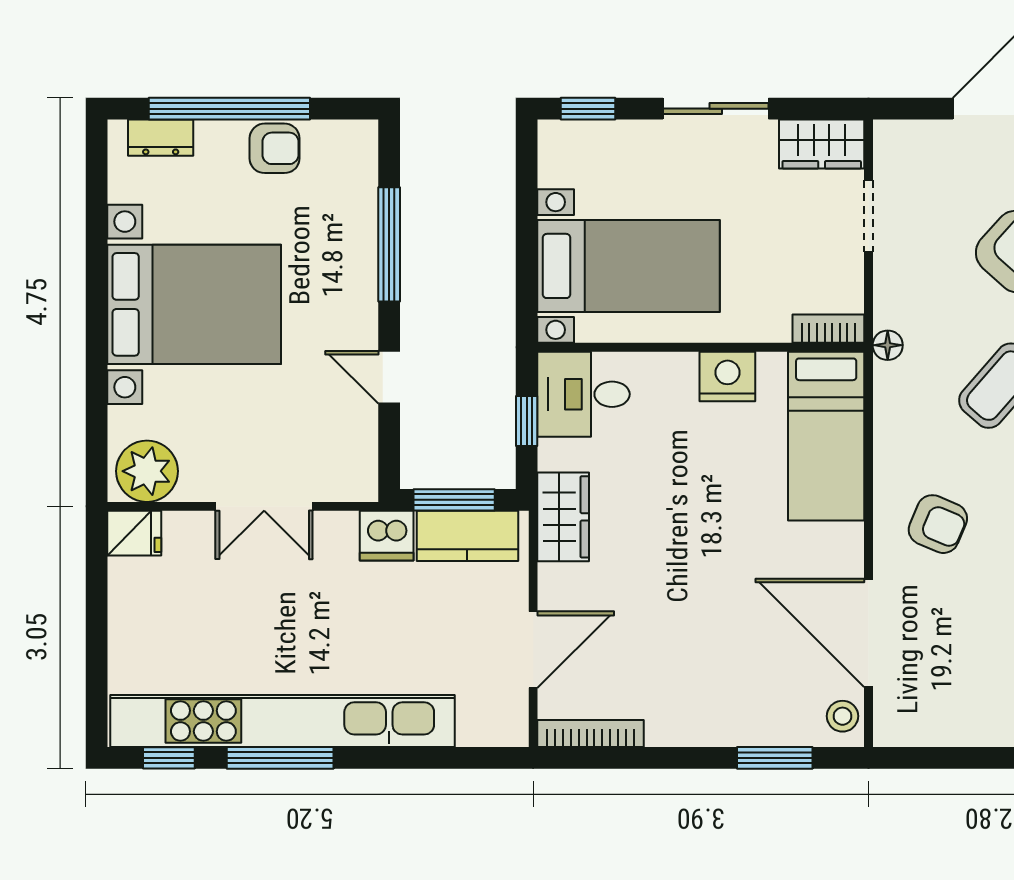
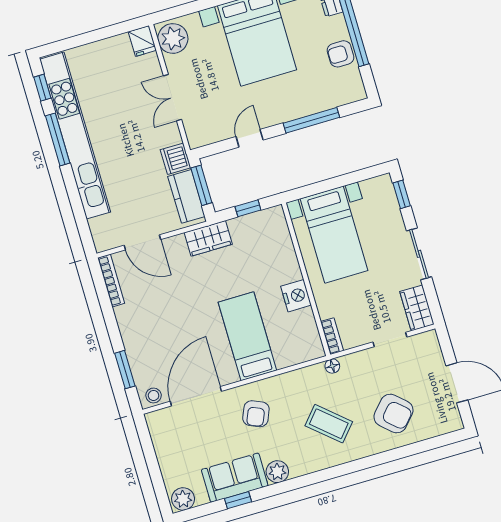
armchair: (275, 148) -> (341, 54), turned 90
desk: (583, 394) -> (268, 231), removed
bed: (826, 436) -> (247, 336), moved, turned 90

